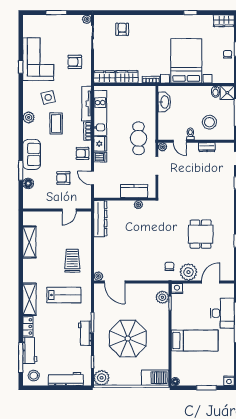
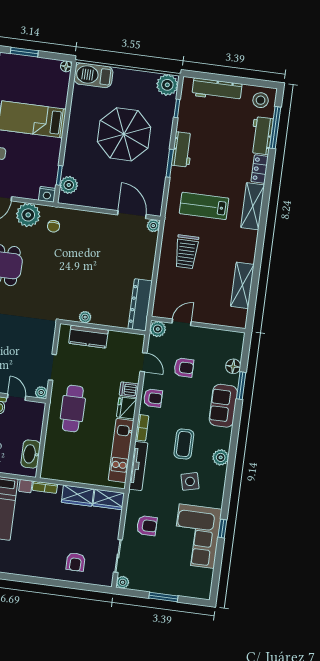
plant: (85, 203) -> (158, 329), added

